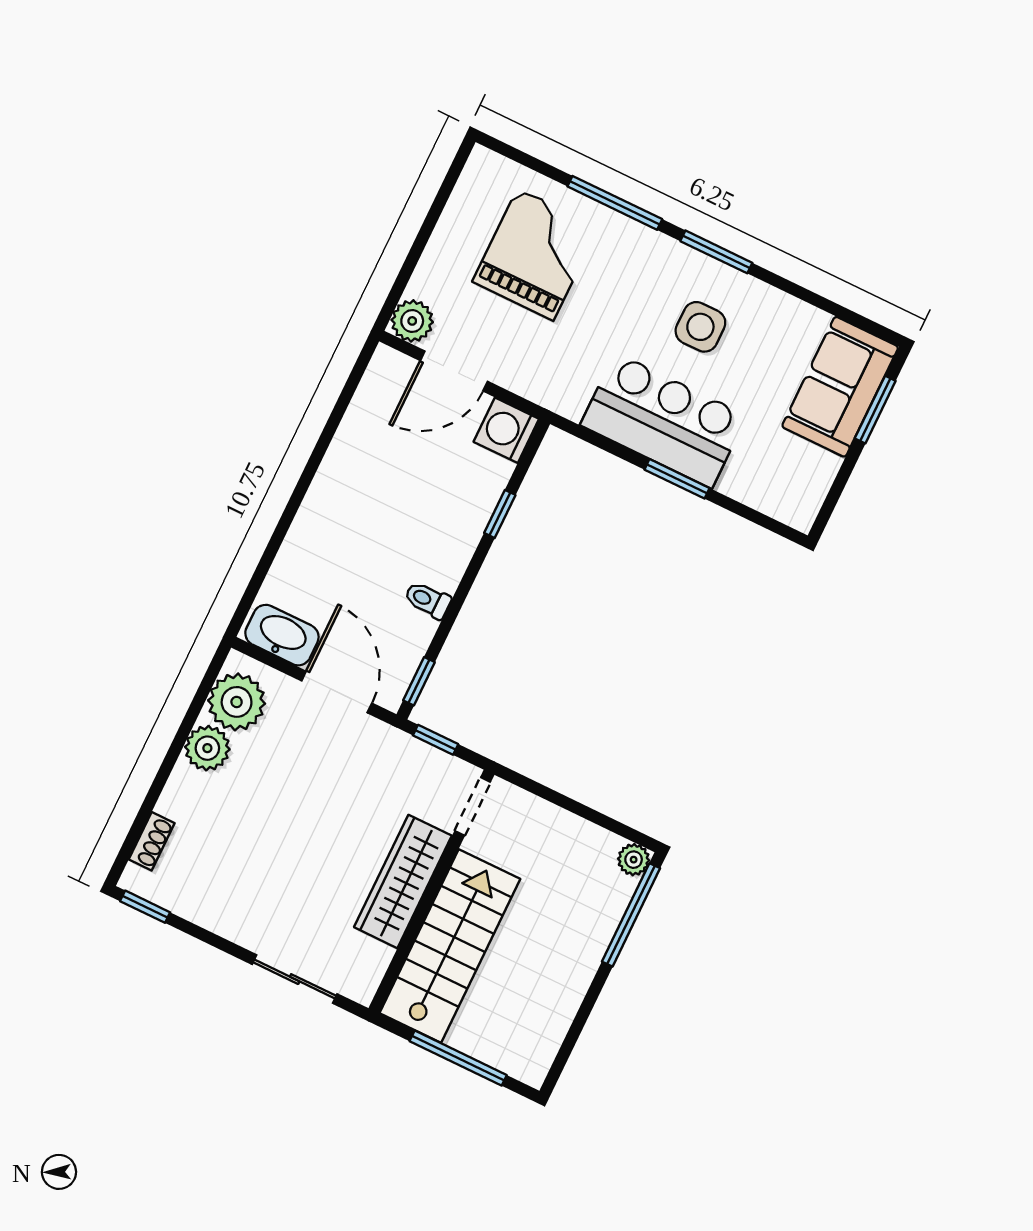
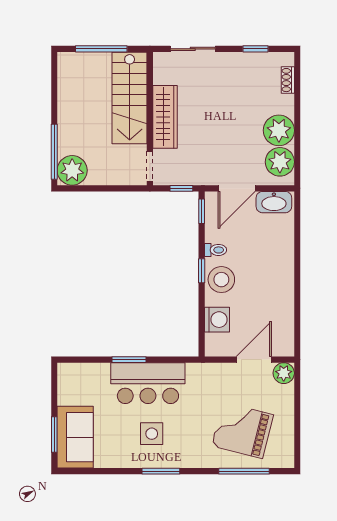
window: (615, 203) -> (244, 471), moved
grand piano: (535, 254) -> (242, 430), turned 104
washing machine: (506, 430) -> (217, 320), moved
window: (500, 514) -> (202, 271), moved
stool: (443, 542) -> (221, 280), added
door: (337, 692) -> (237, 188), hinge flipped
plant: (207, 748) -> (279, 130), width x1.36, depth x1.36
plant: (634, 860) -> (72, 170), width x1.87, depth x1.87
window: (145, 907) -> (255, 49), moved

